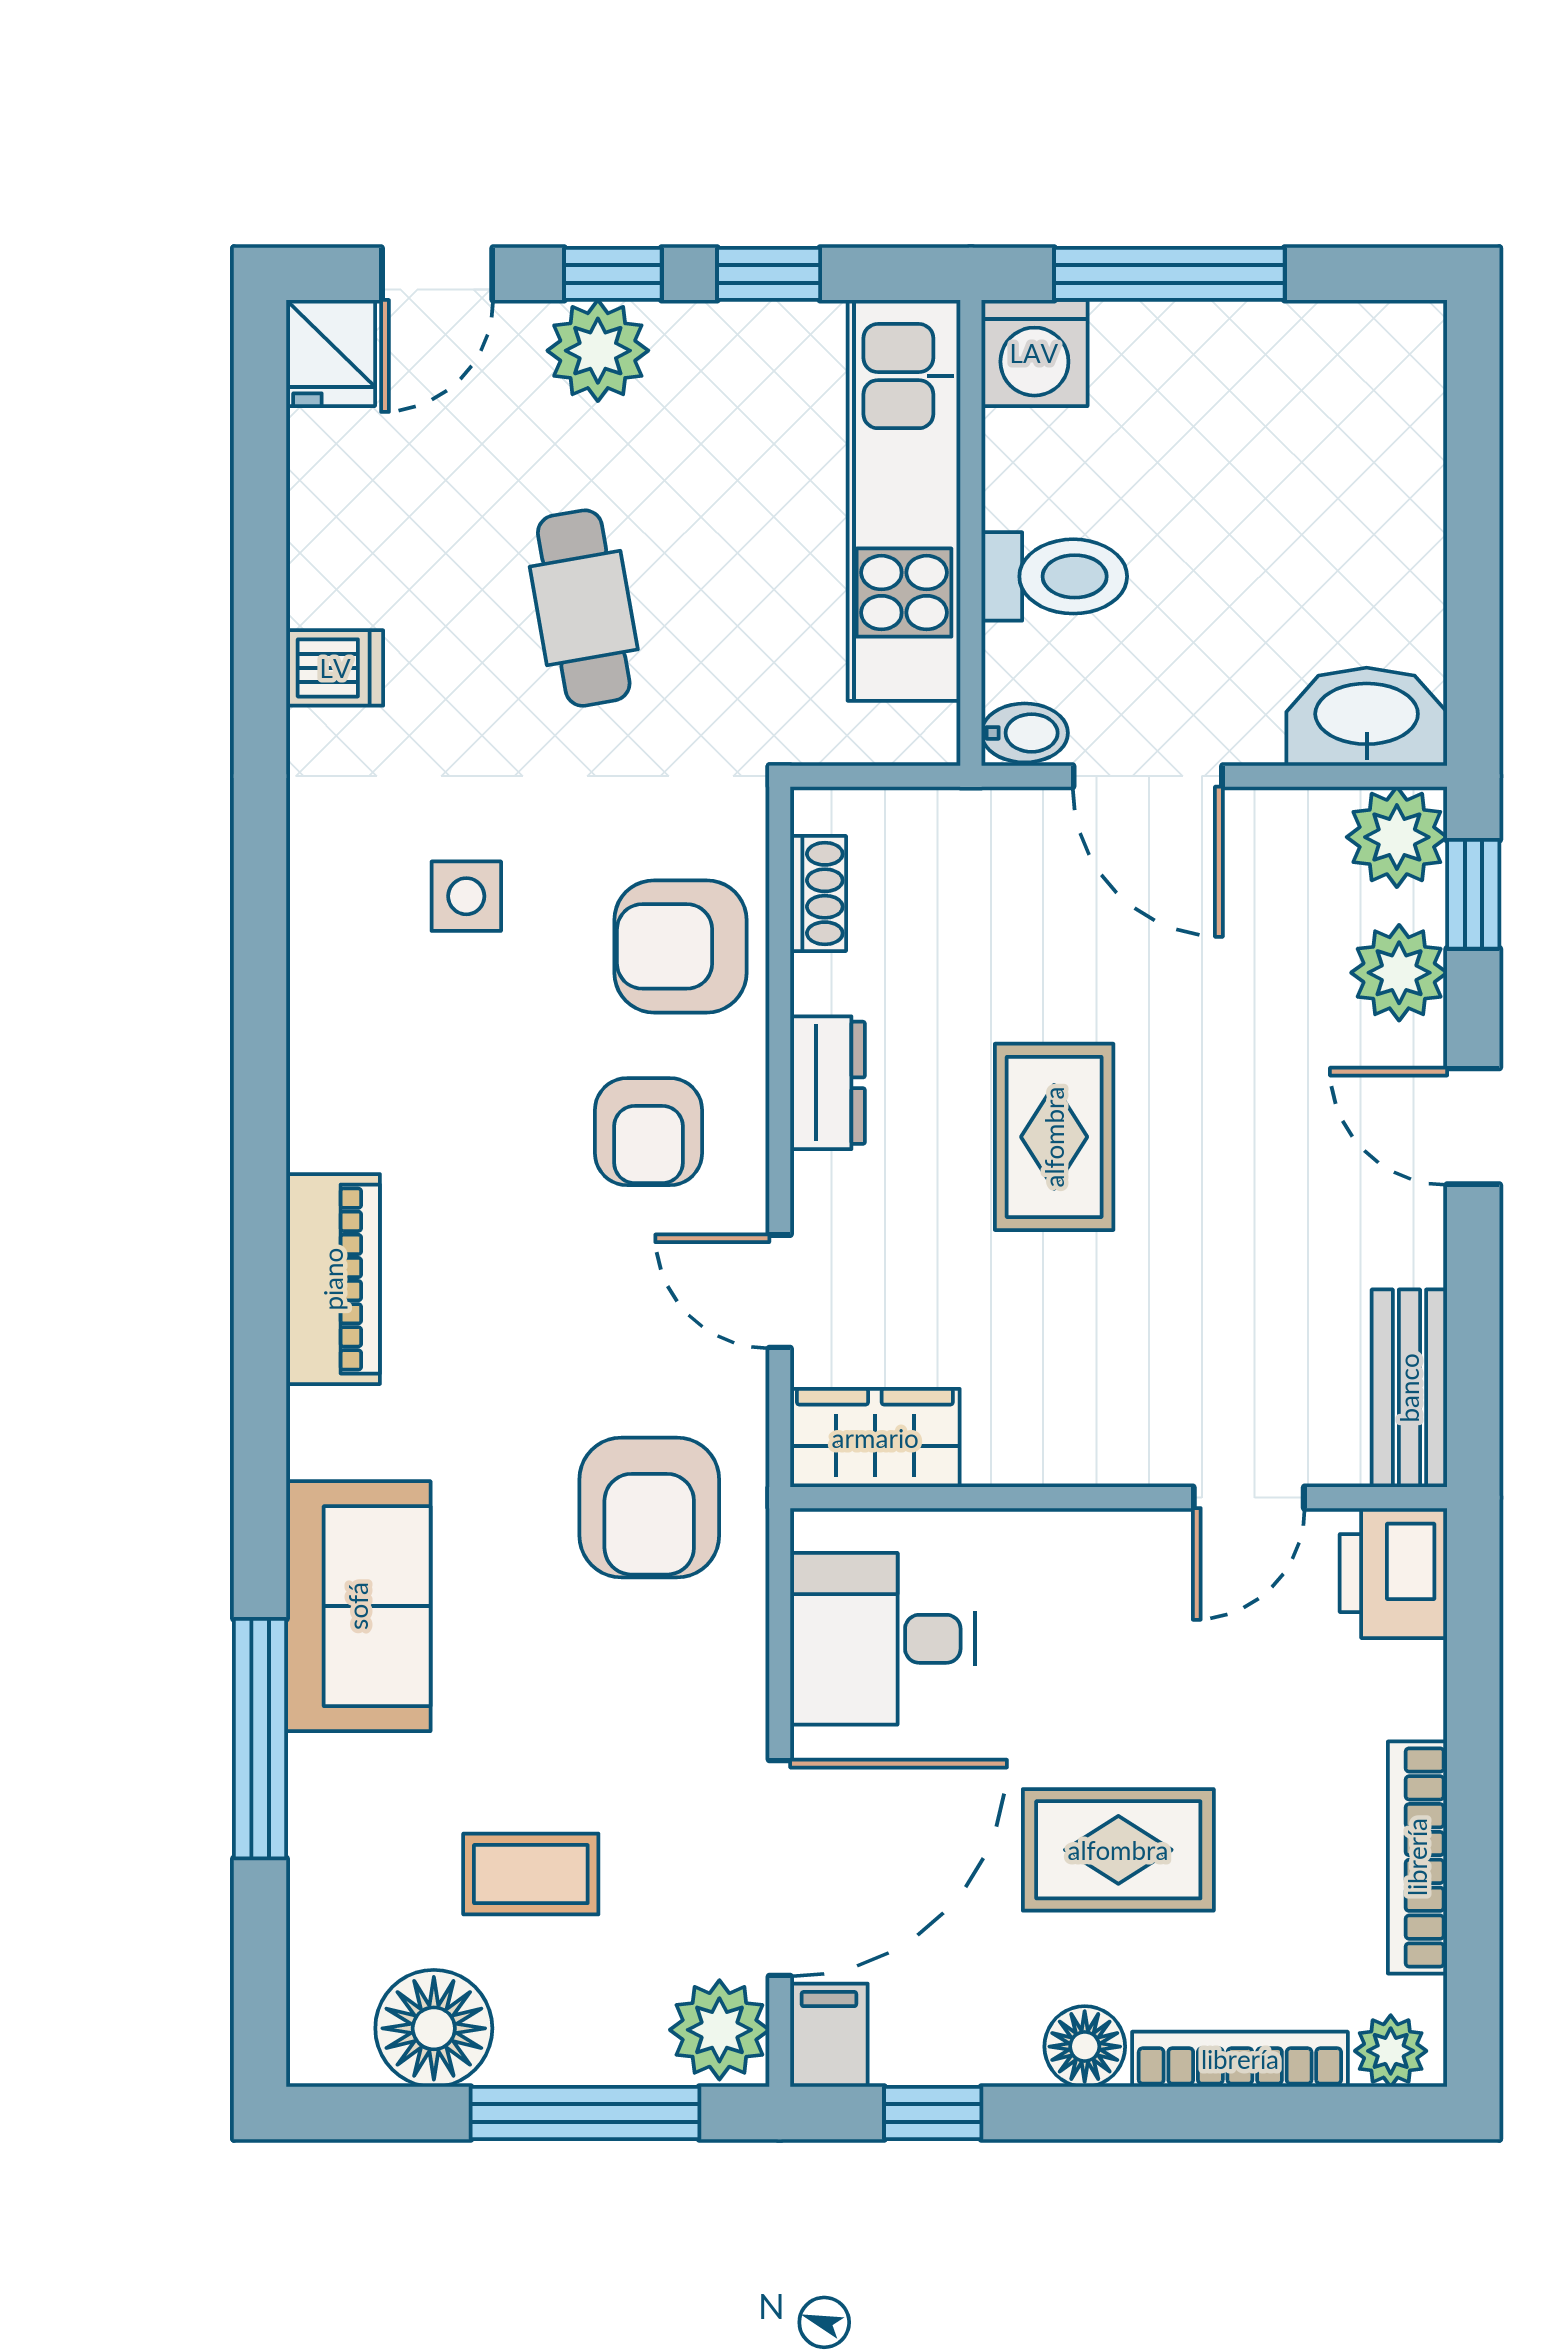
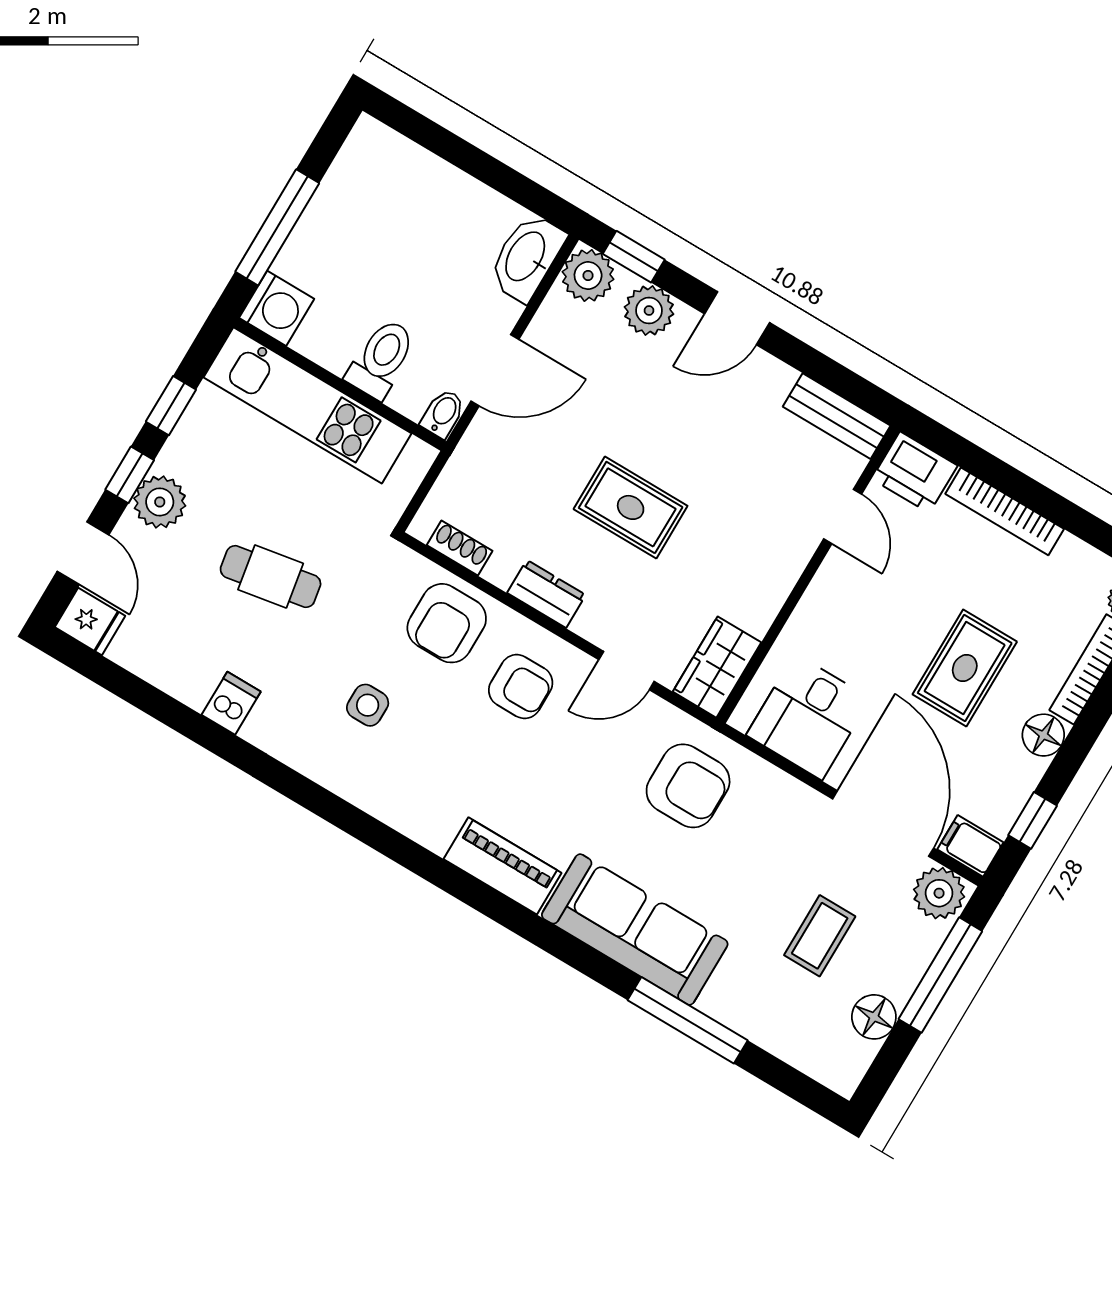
sofa: (358, 1606) -> (635, 929), width x1.36
bookcase: (1417, 1857) -> (1005, 511), moved
floor lamp: (434, 2028) -> (874, 1017), width x0.73, depth x0.73

